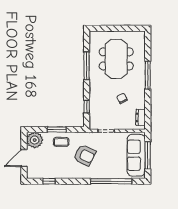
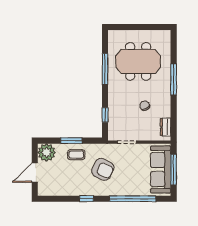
meeting table: (116, 59) -> (138, 61), turned 90
window: (49, 181) -> (87, 199), moved

